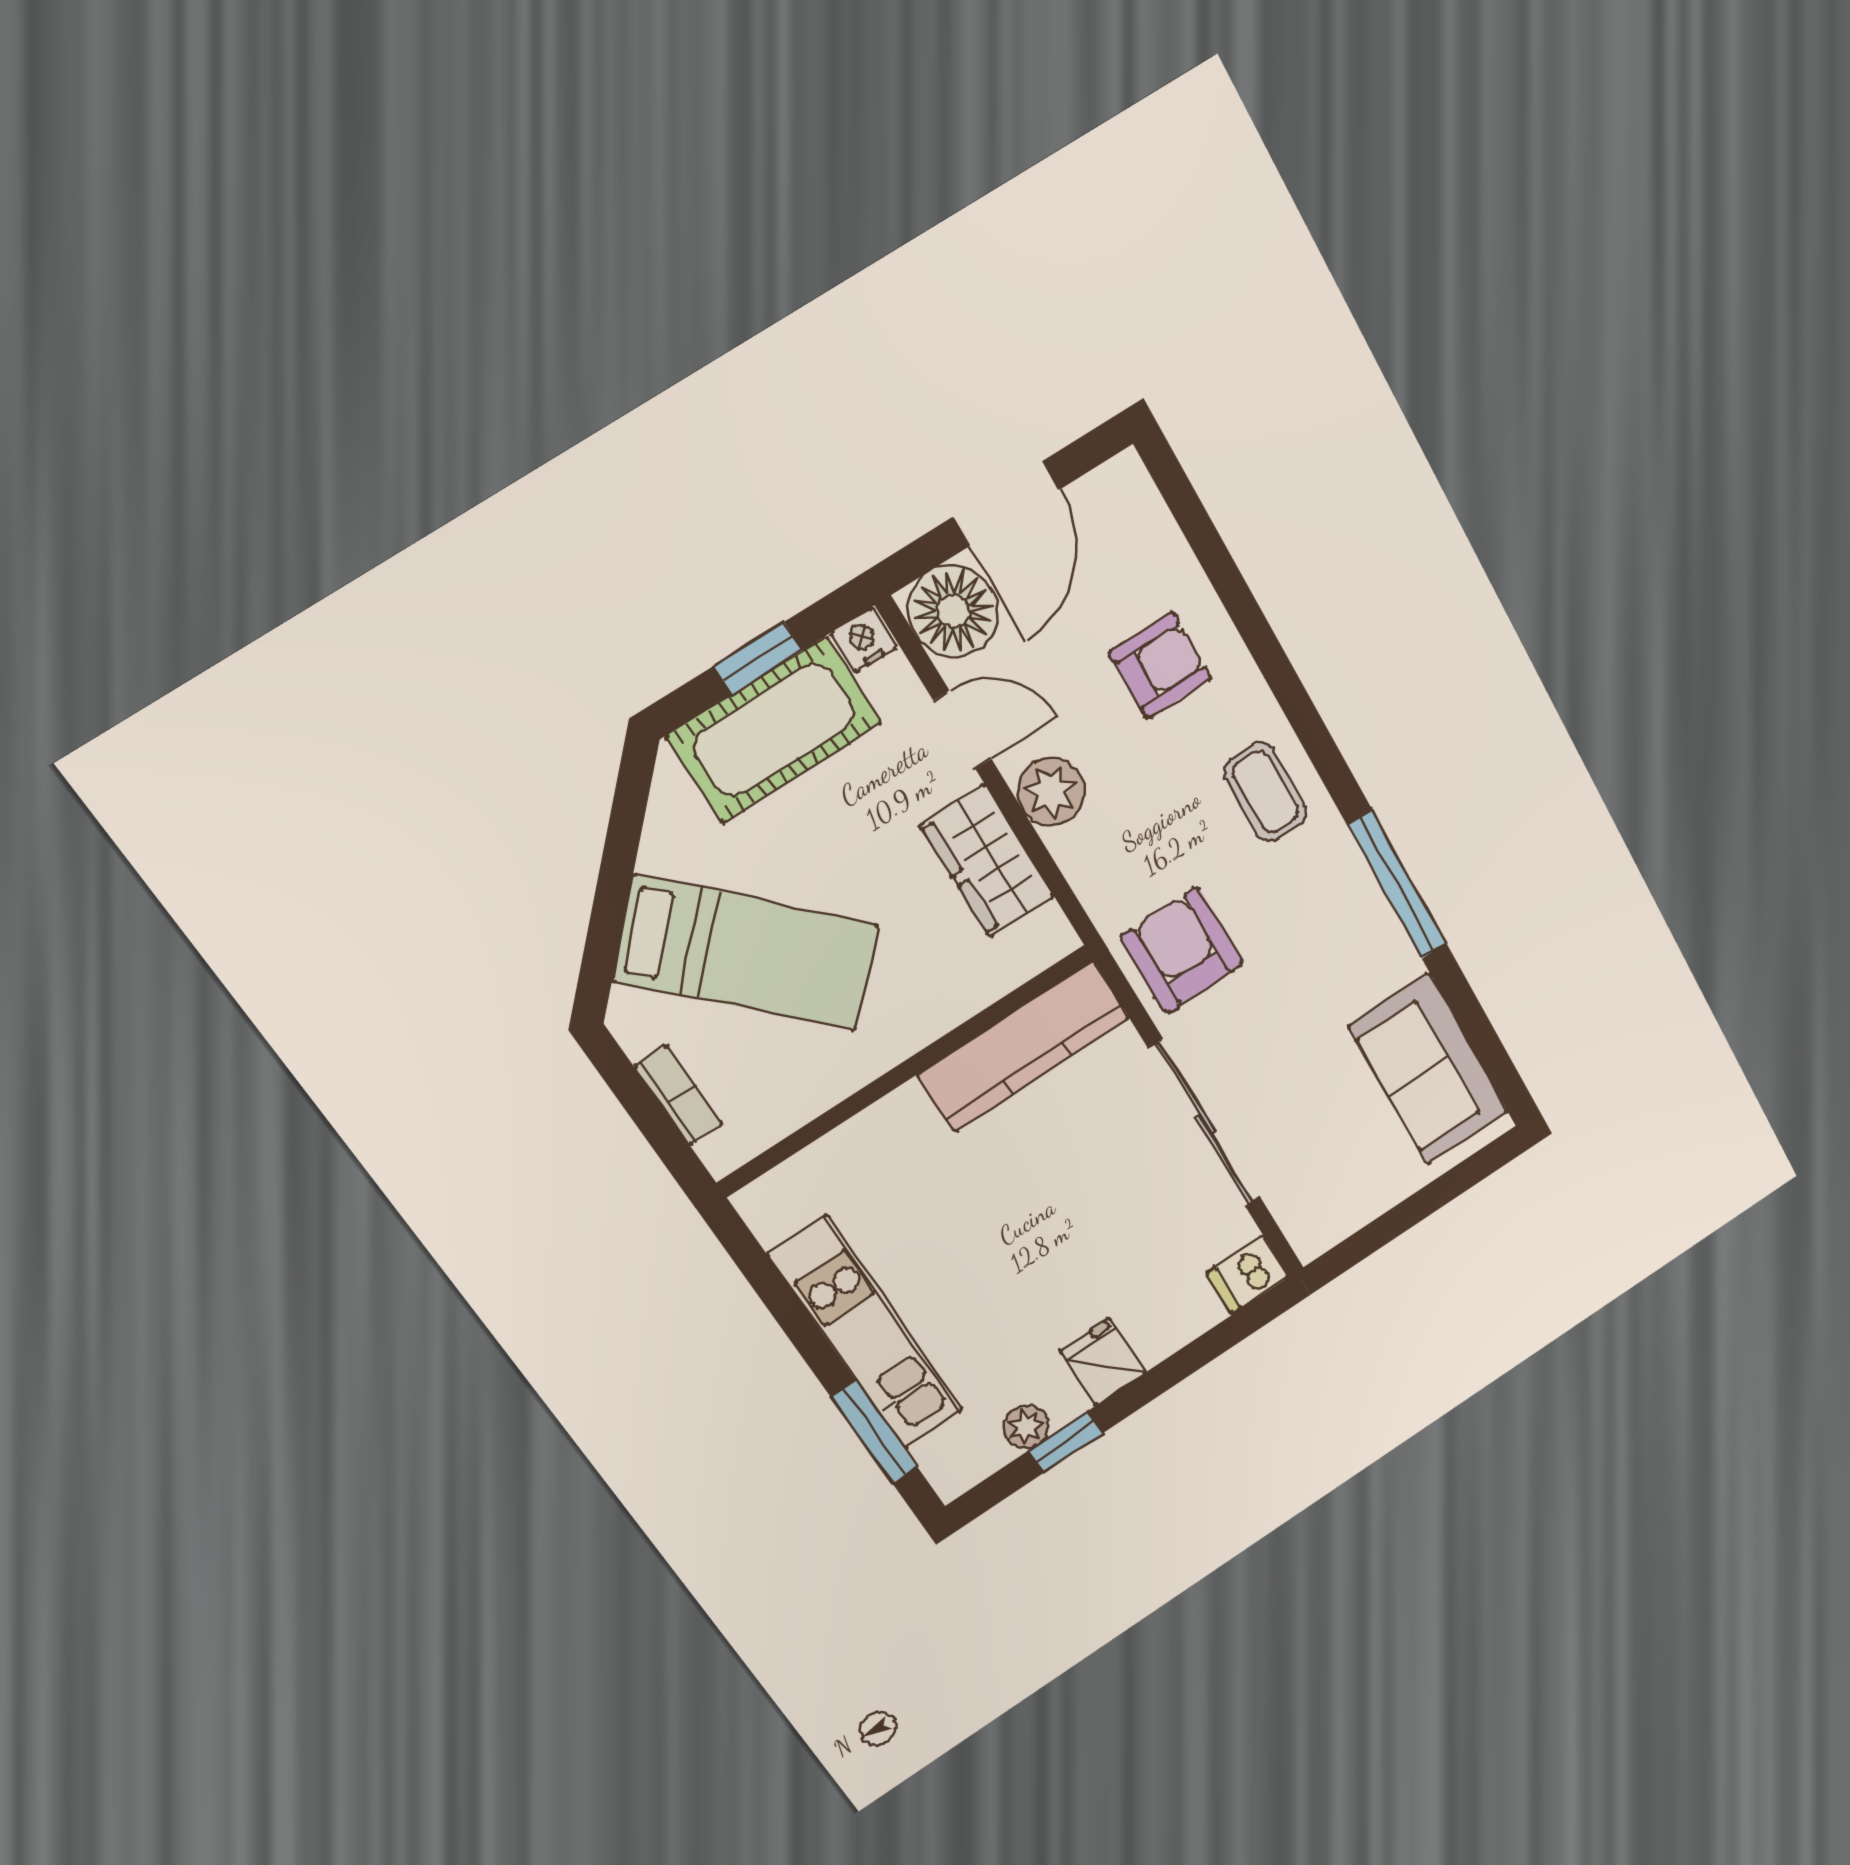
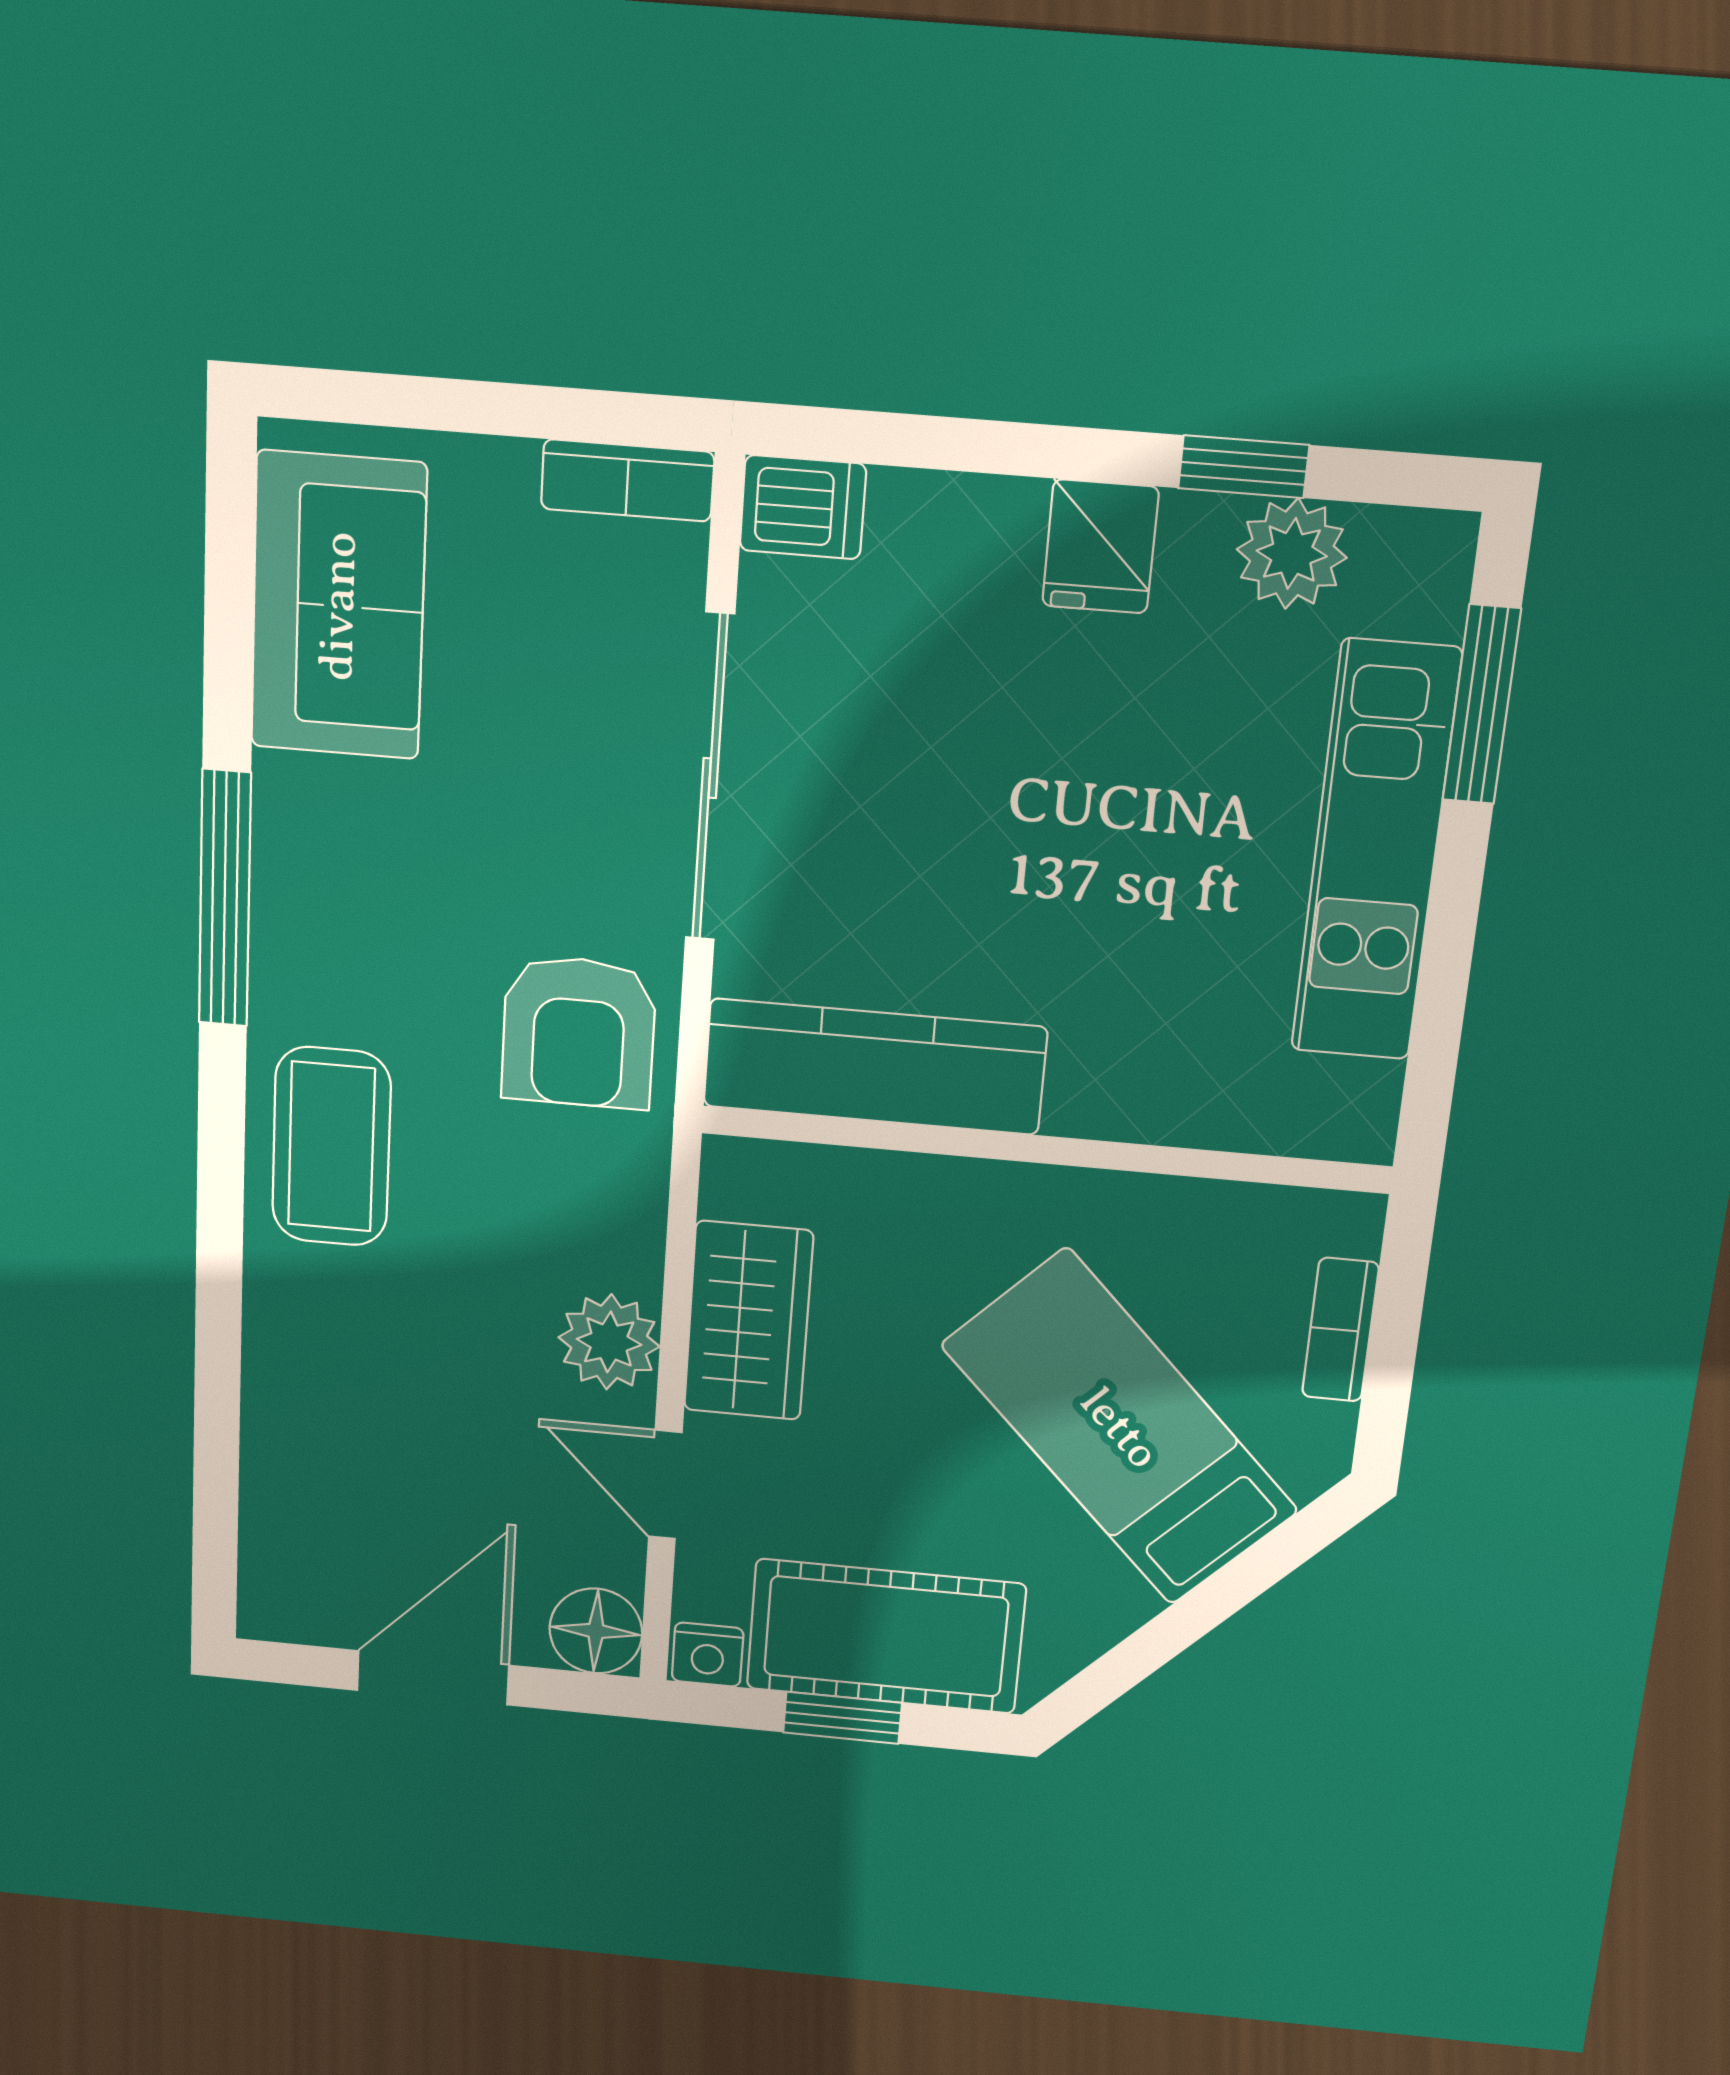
floor lamp: (953, 611) -> (596, 1631), width x0.73, depth x0.73
armchair: (1160, 665) -> (367, 1387), removed
coffee table: (1265, 792) -> (331, 1147), width x1.36, depth x1.30
bookcase: (1334, 1226) -> (627, 480), added
plant: (1026, 1427) -> (1292, 554), width x1.38, depth x1.38

